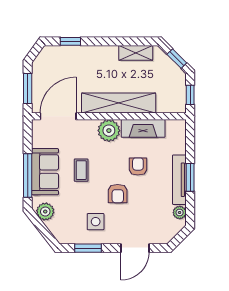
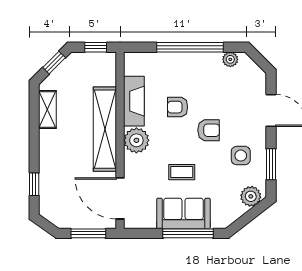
window: (190, 177) -> (190, 47), width x2.11
tv unit: (179, 180) -> (193, 59), removed
plant: (45, 212) -> (251, 196), moved

